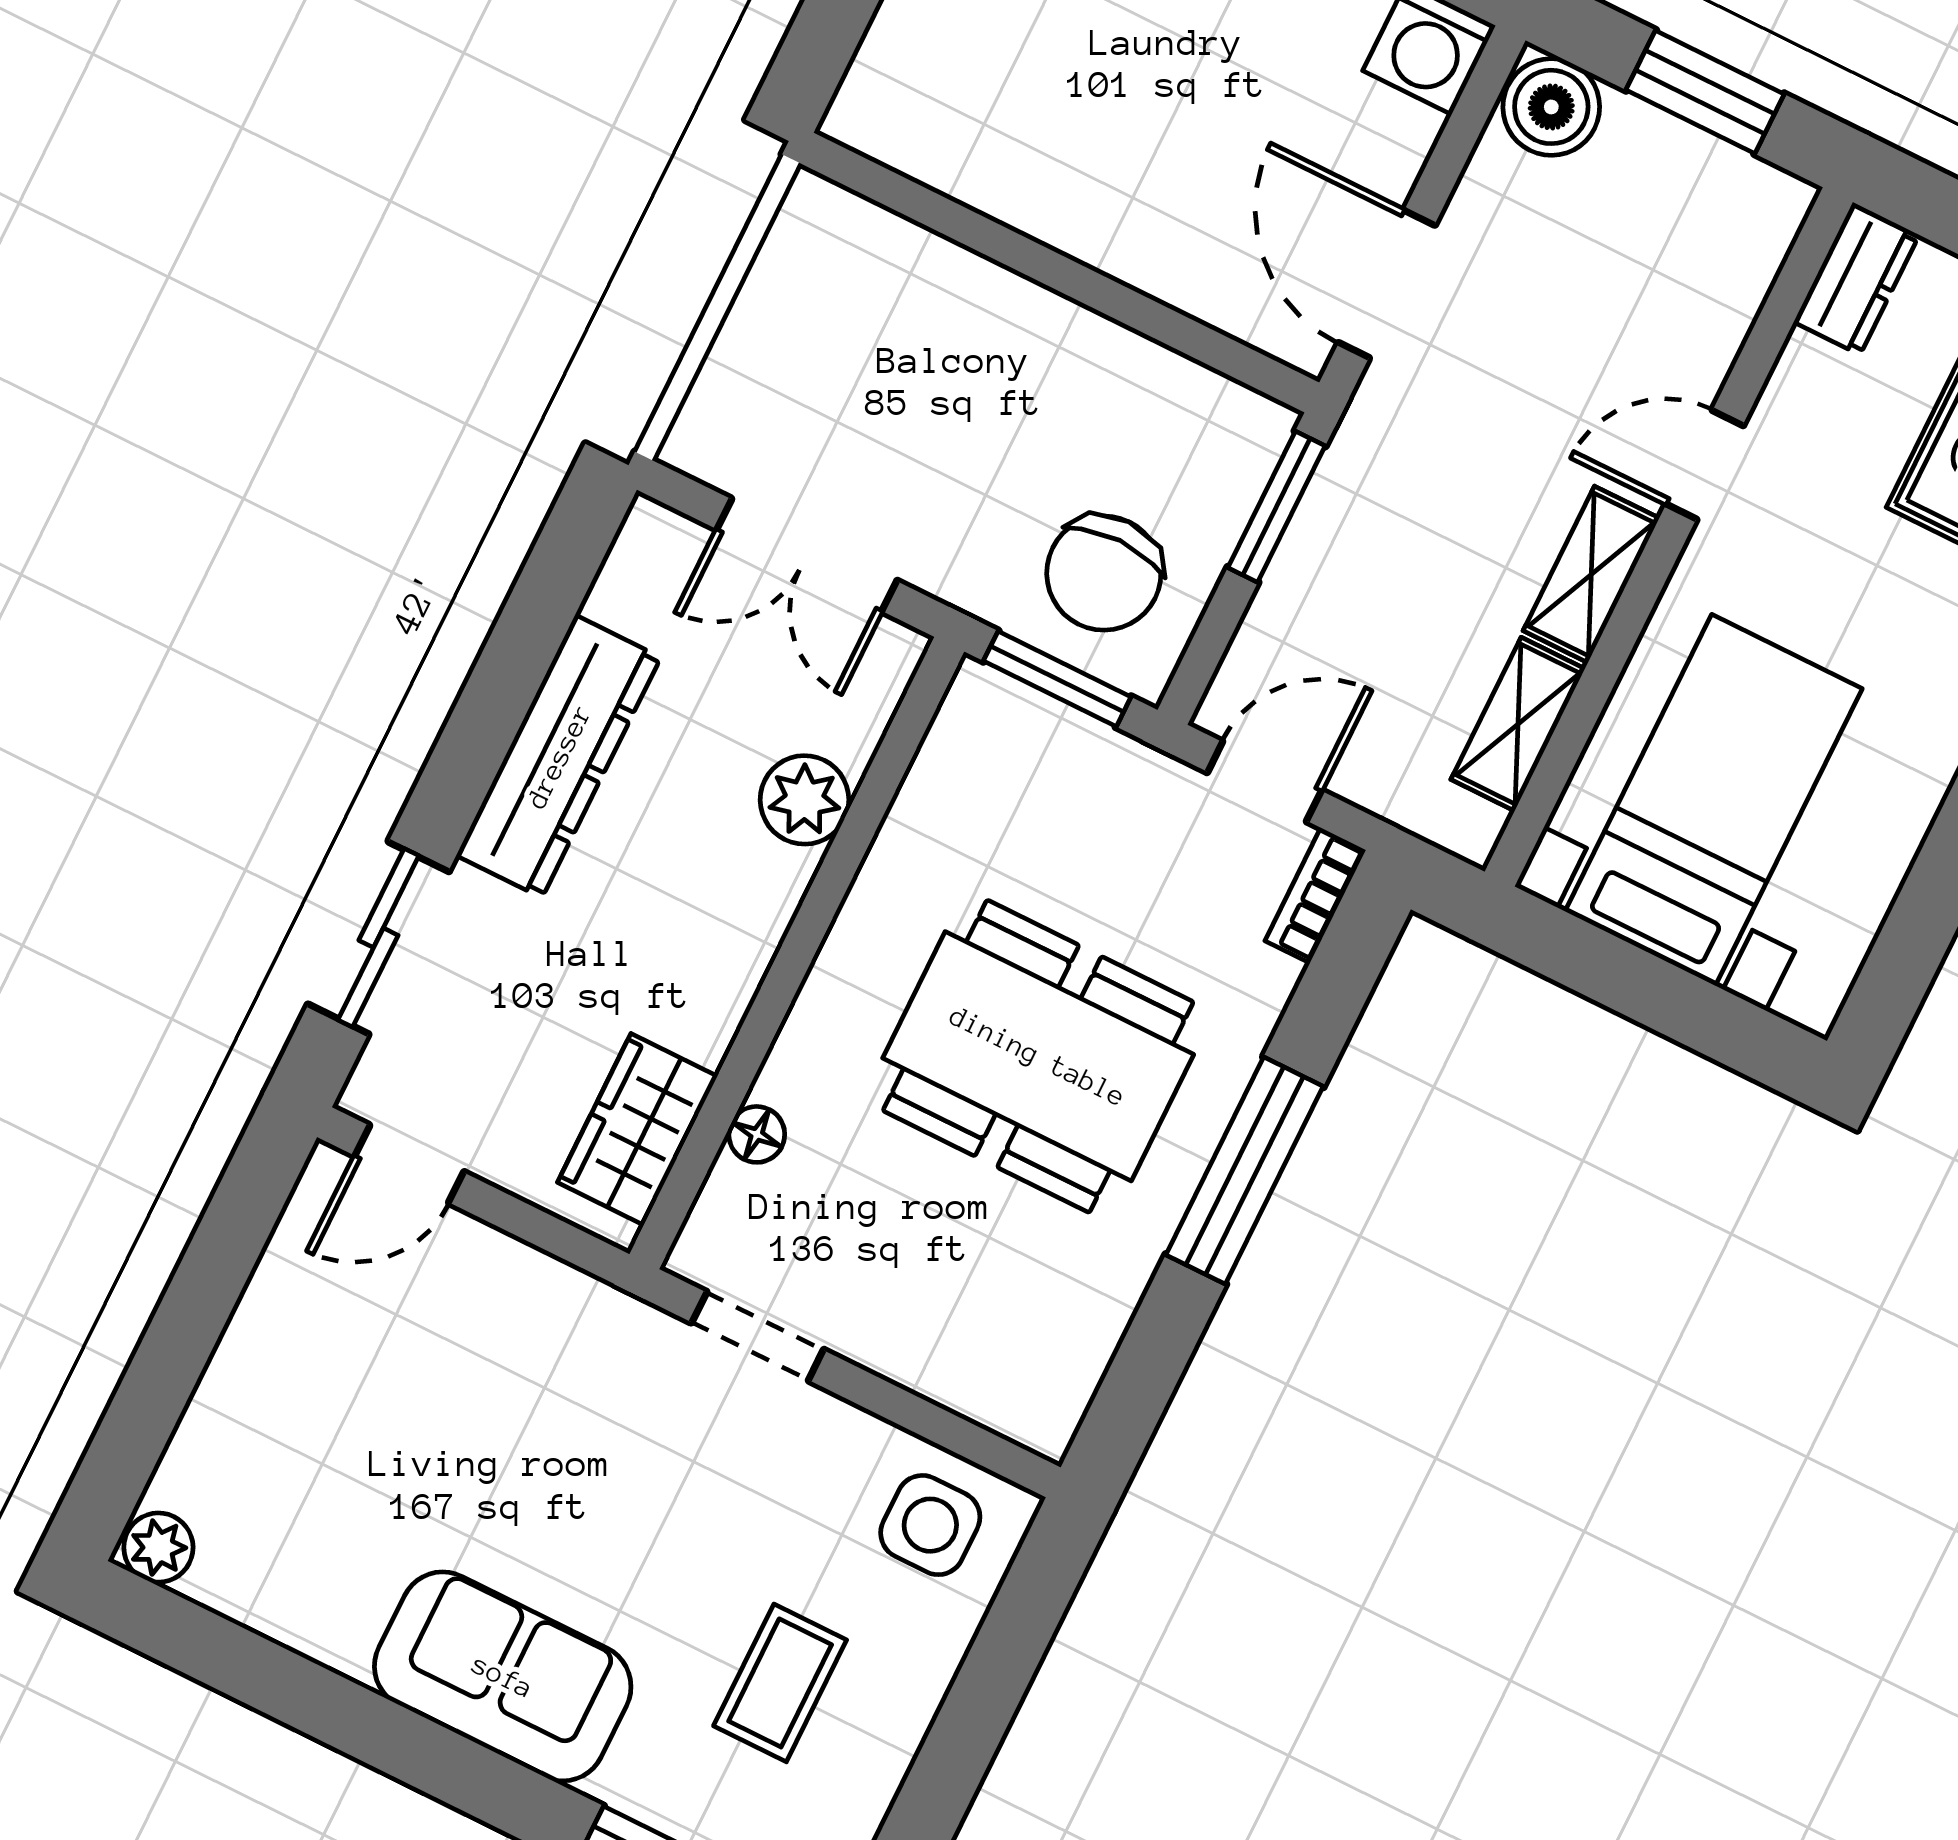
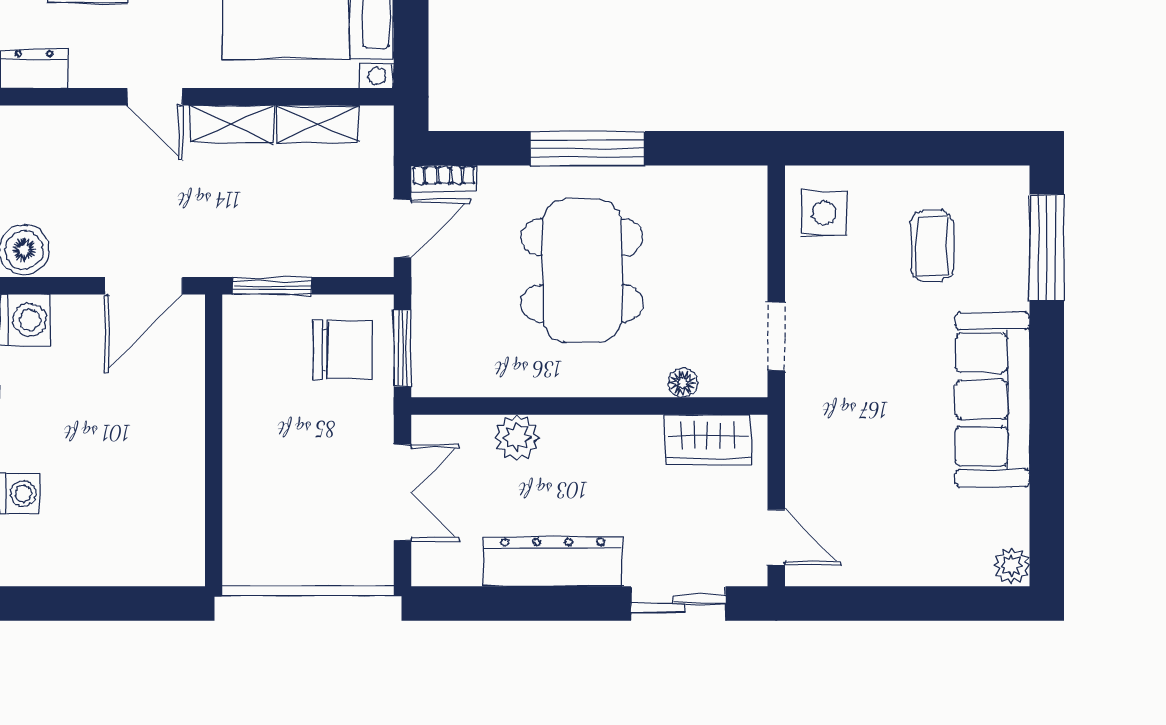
door: (1265, 781) -> (403, 228), swing flipped
sofa: (503, 1676) -> (993, 400), width x1.36
coffee table: (780, 1683) -> (932, 246), turned 90

